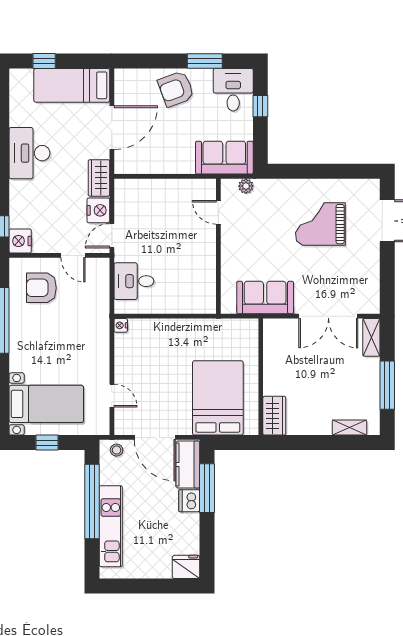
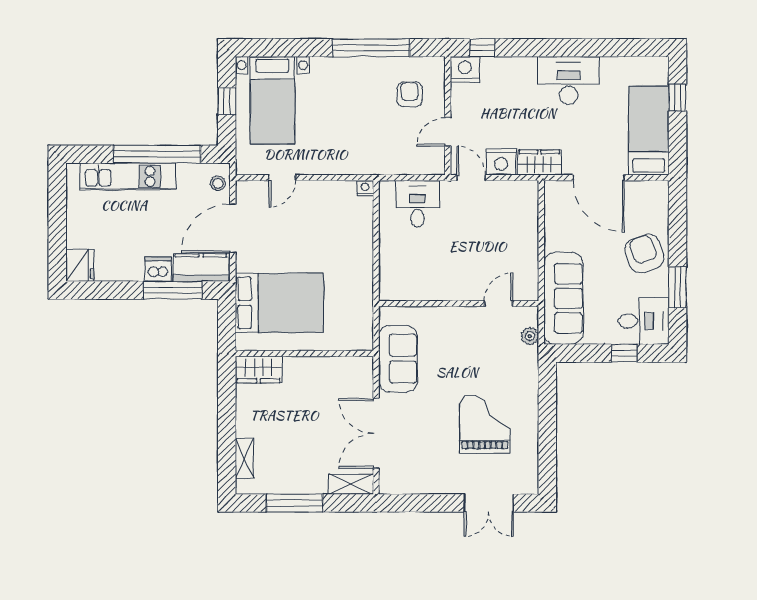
sofa: (224, 158) -> (563, 298), width x1.36
armchair: (41, 288) -> (410, 94), width x0.72, depth x0.72

